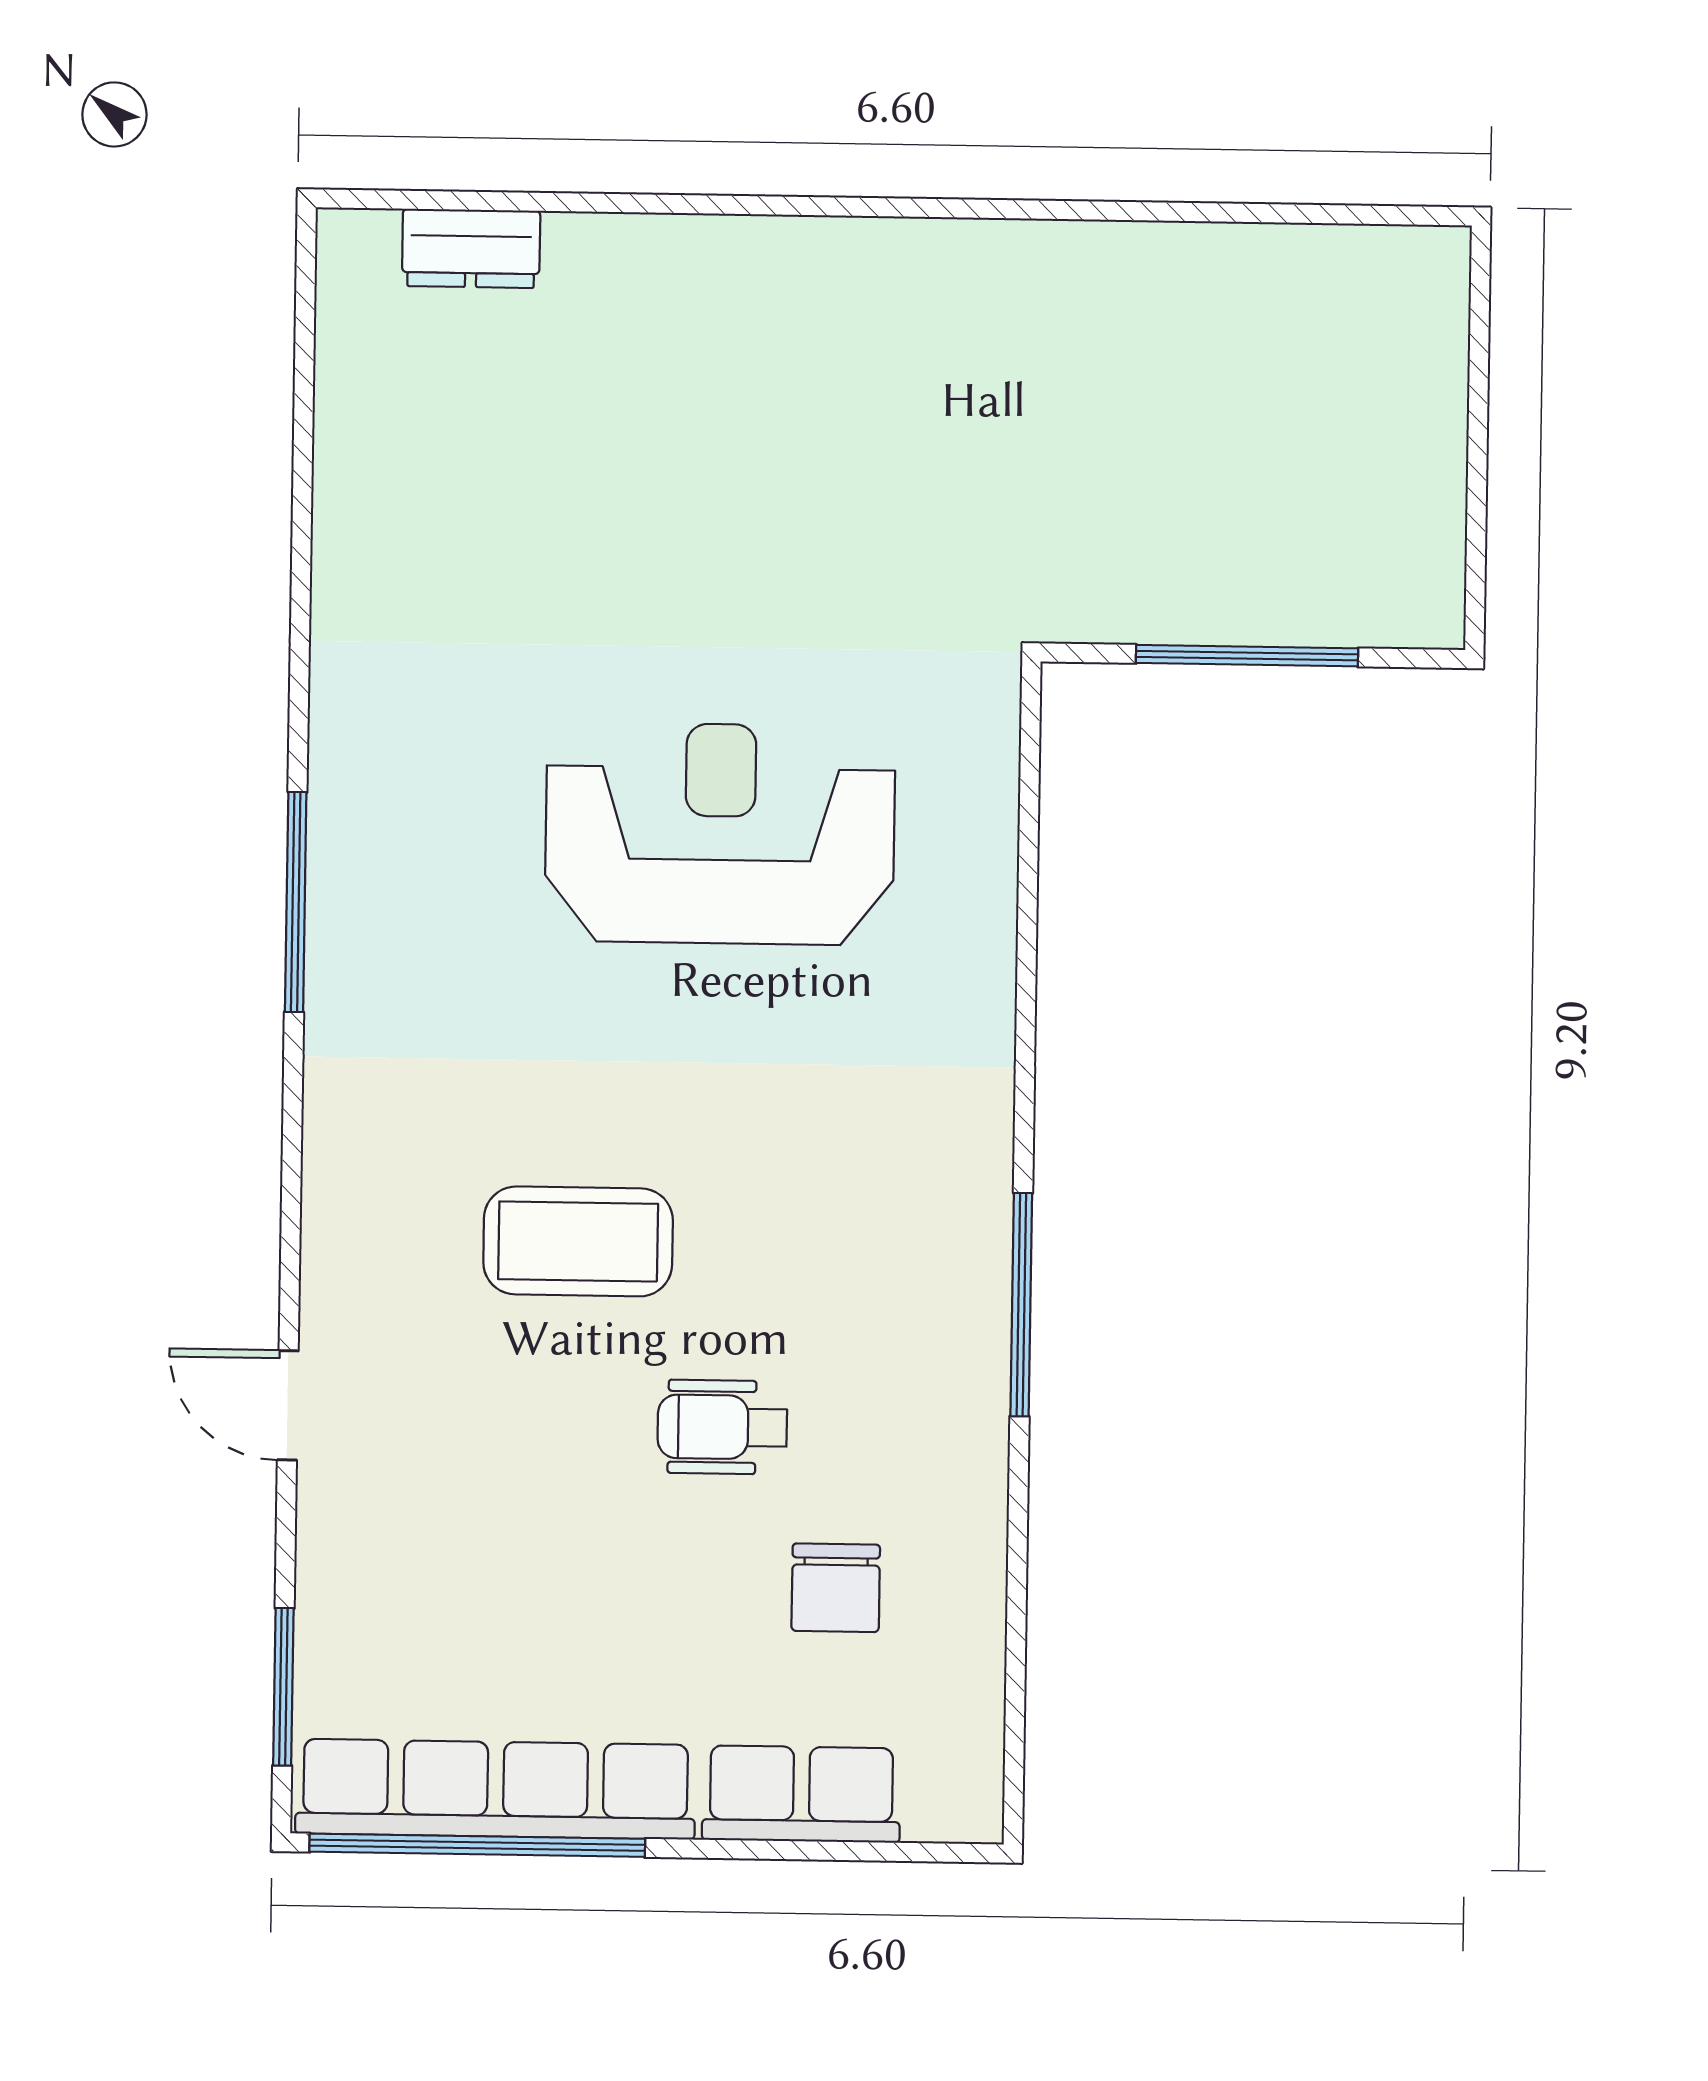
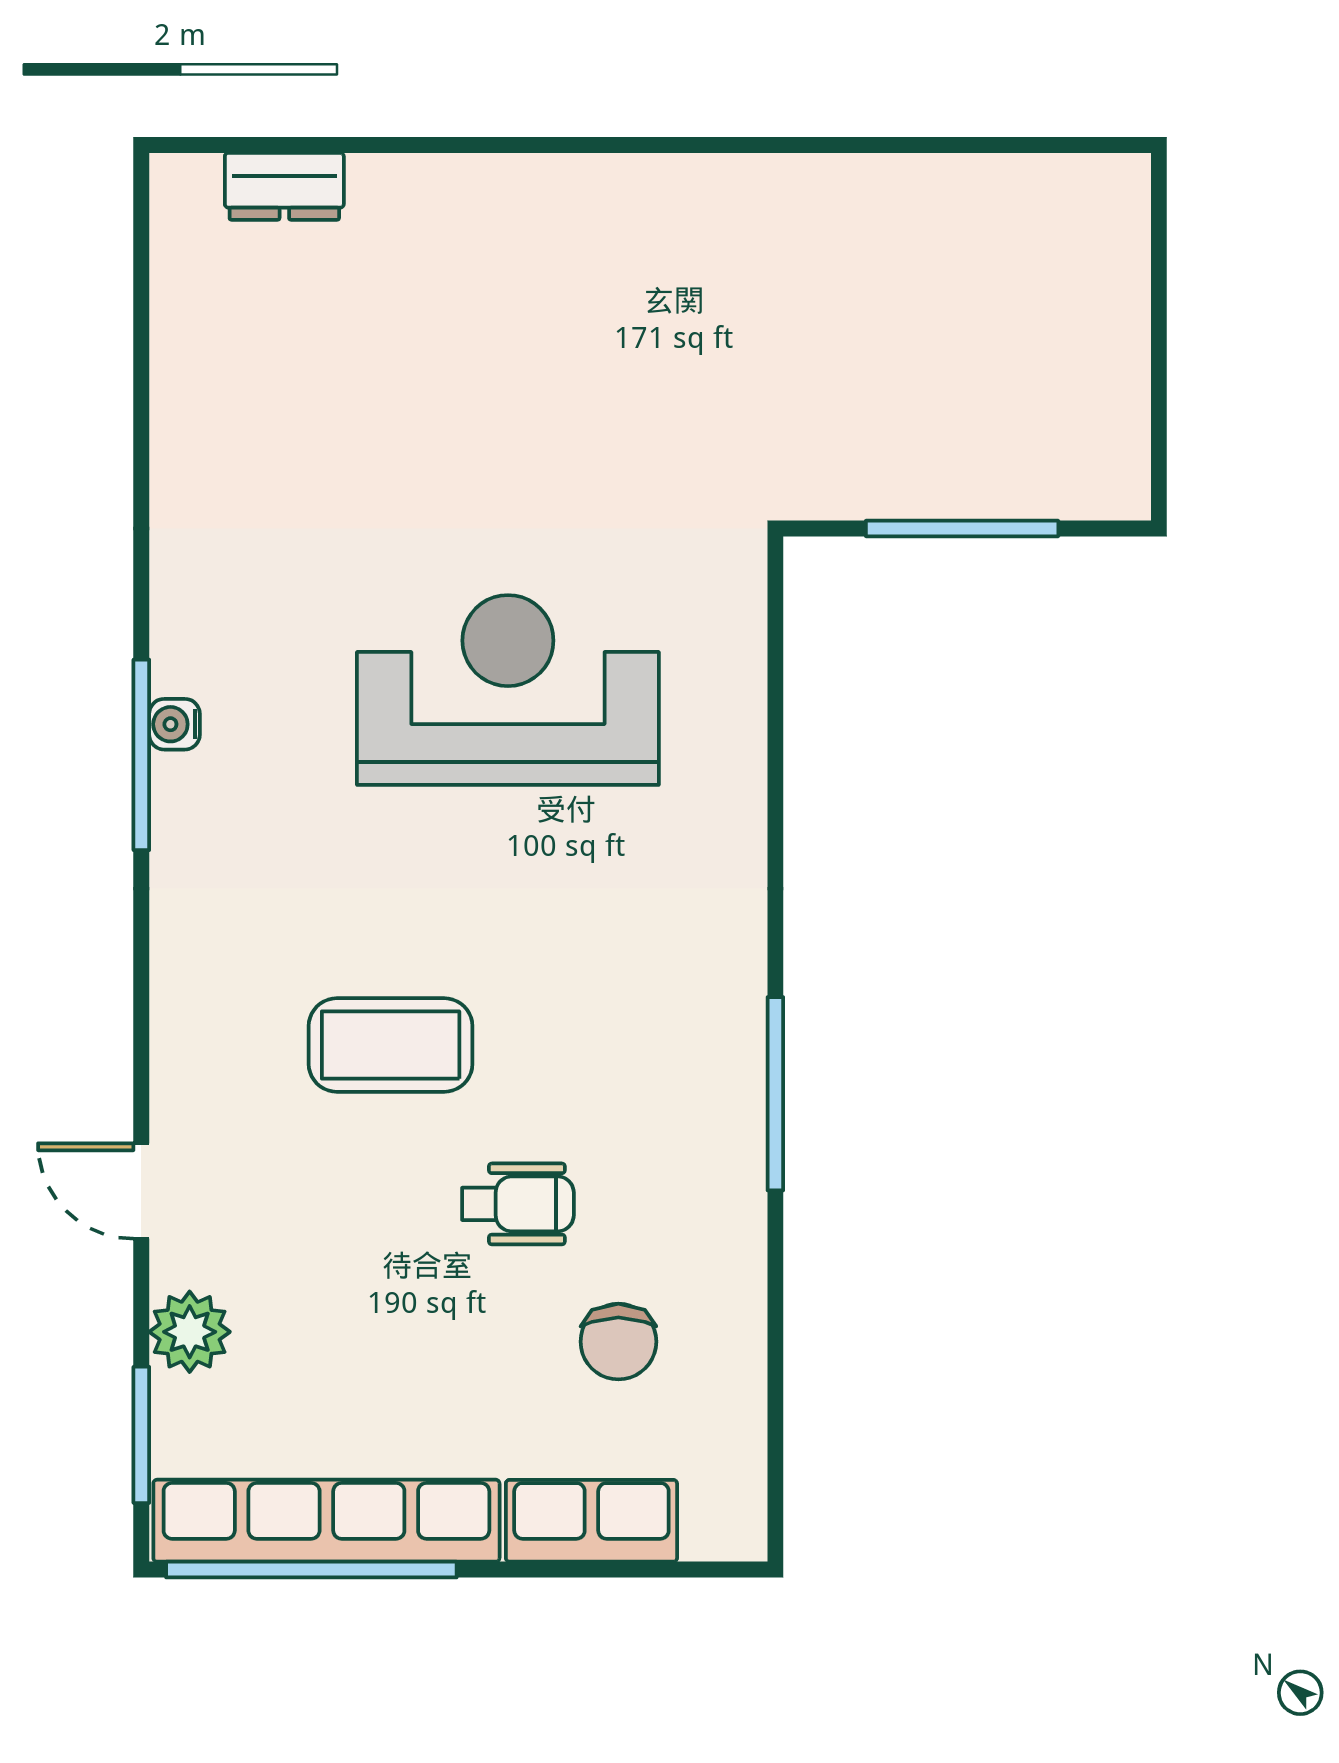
water cooler: (335, 867) -> (175, 724), added
wheelchair: (722, 1427) -> (518, 1204), turned 180
plant: (341, 1569) -> (190, 1332), added

